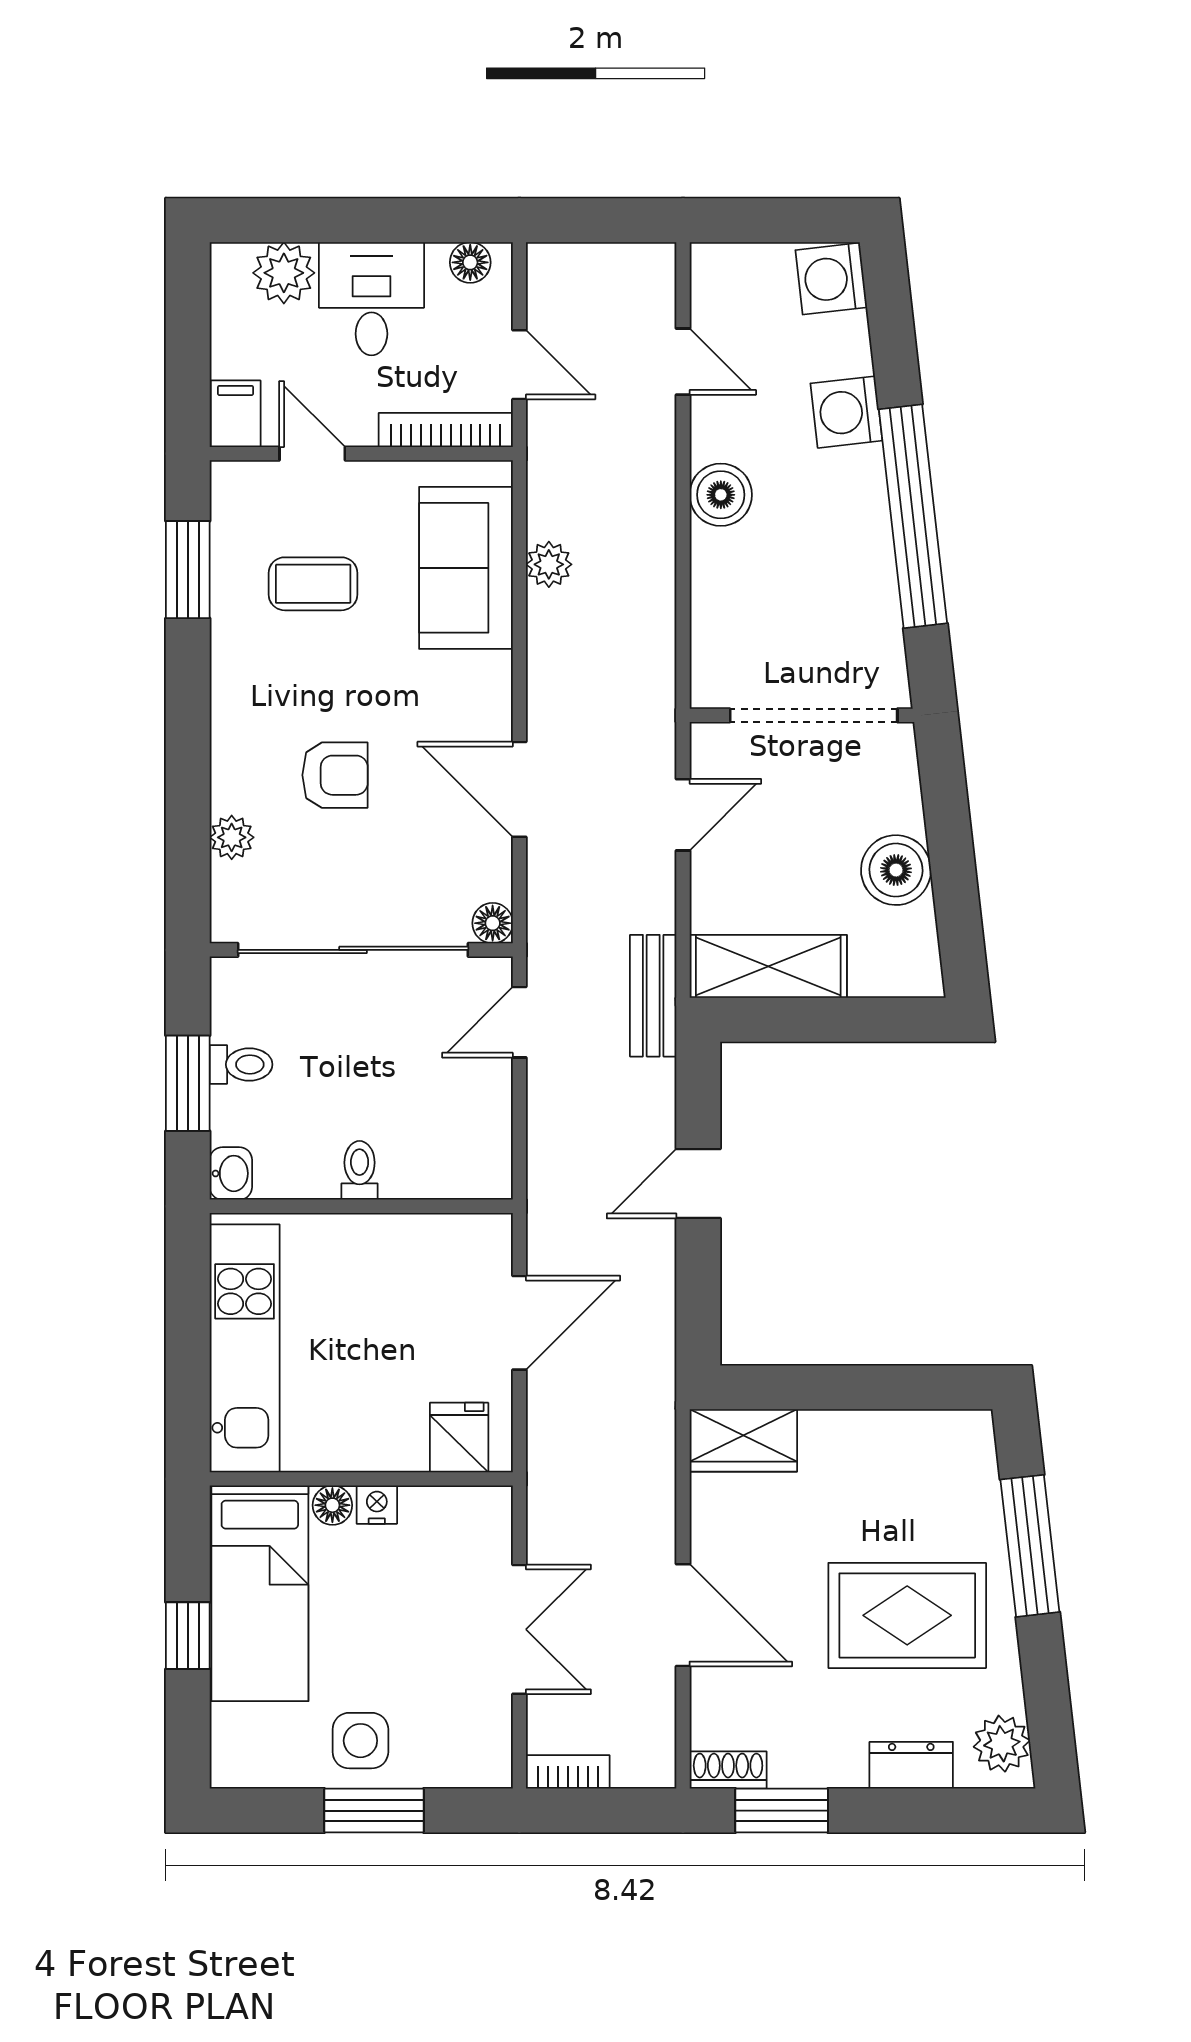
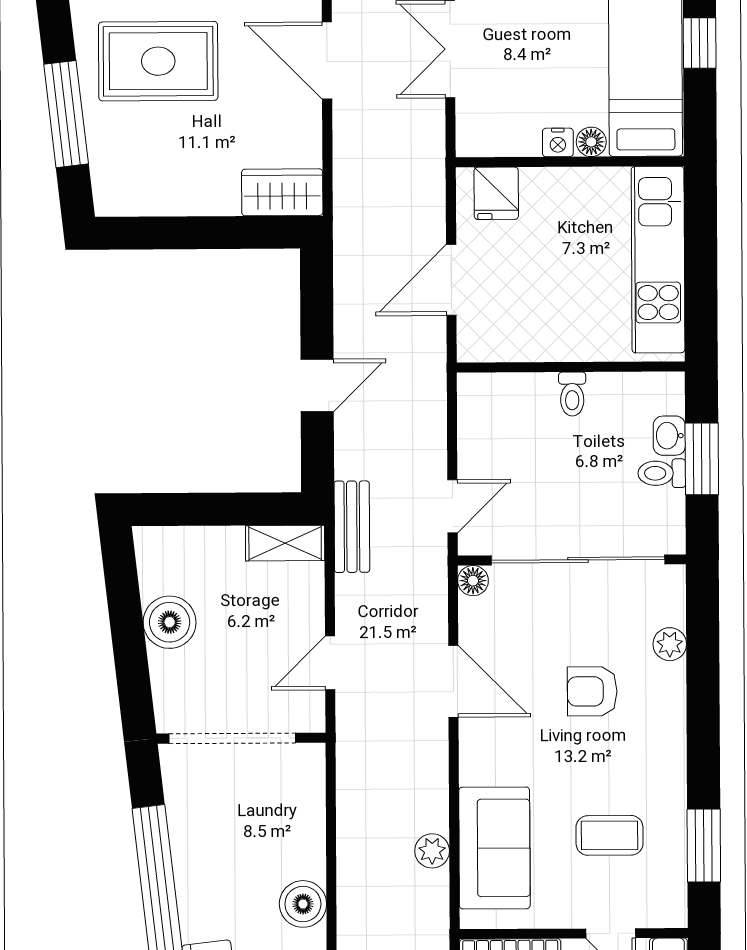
shelving: (768, 966) -> (285, 543), width x0.67, depth x0.75
washbasin: (231, 1173) -> (669, 436), moved

